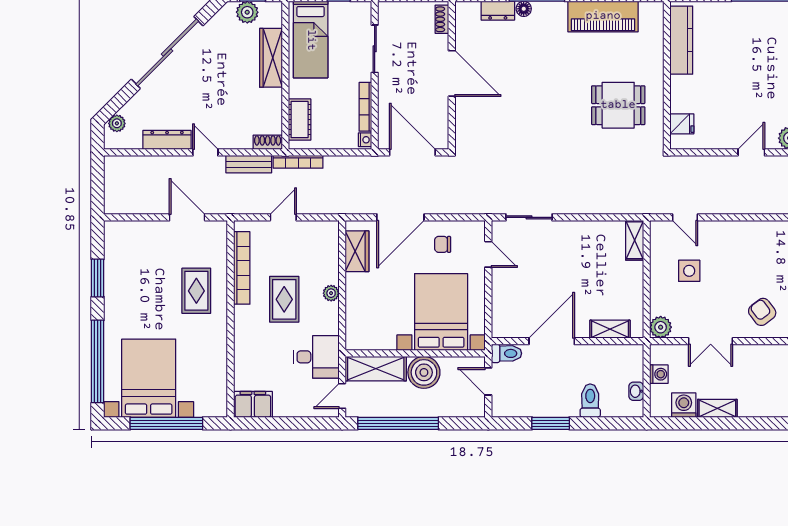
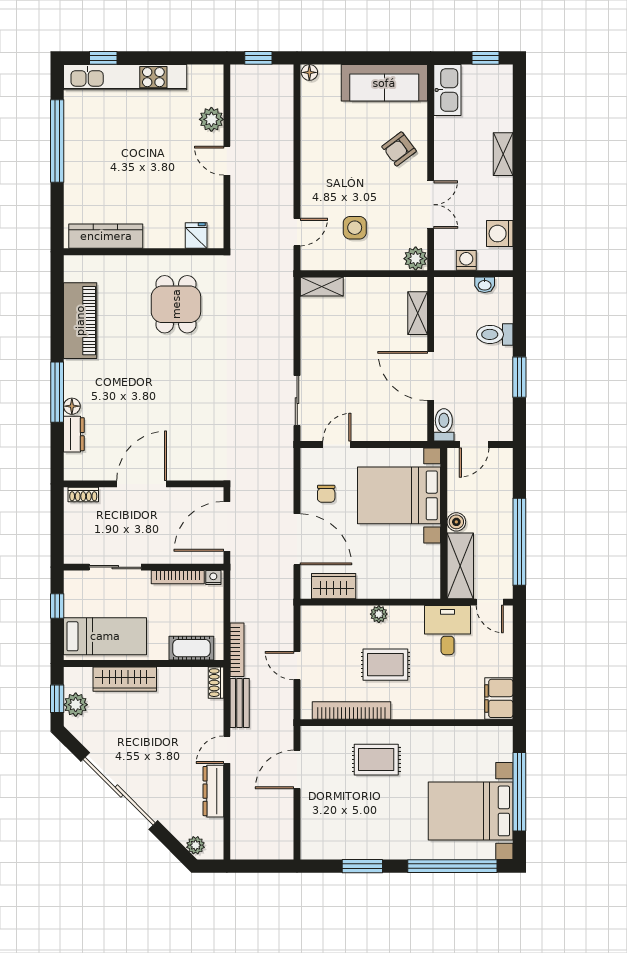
boiler: (424, 372) -> (456, 522), width x0.54, depth x0.54
shelving: (717, 408) -> (503, 154), moved

